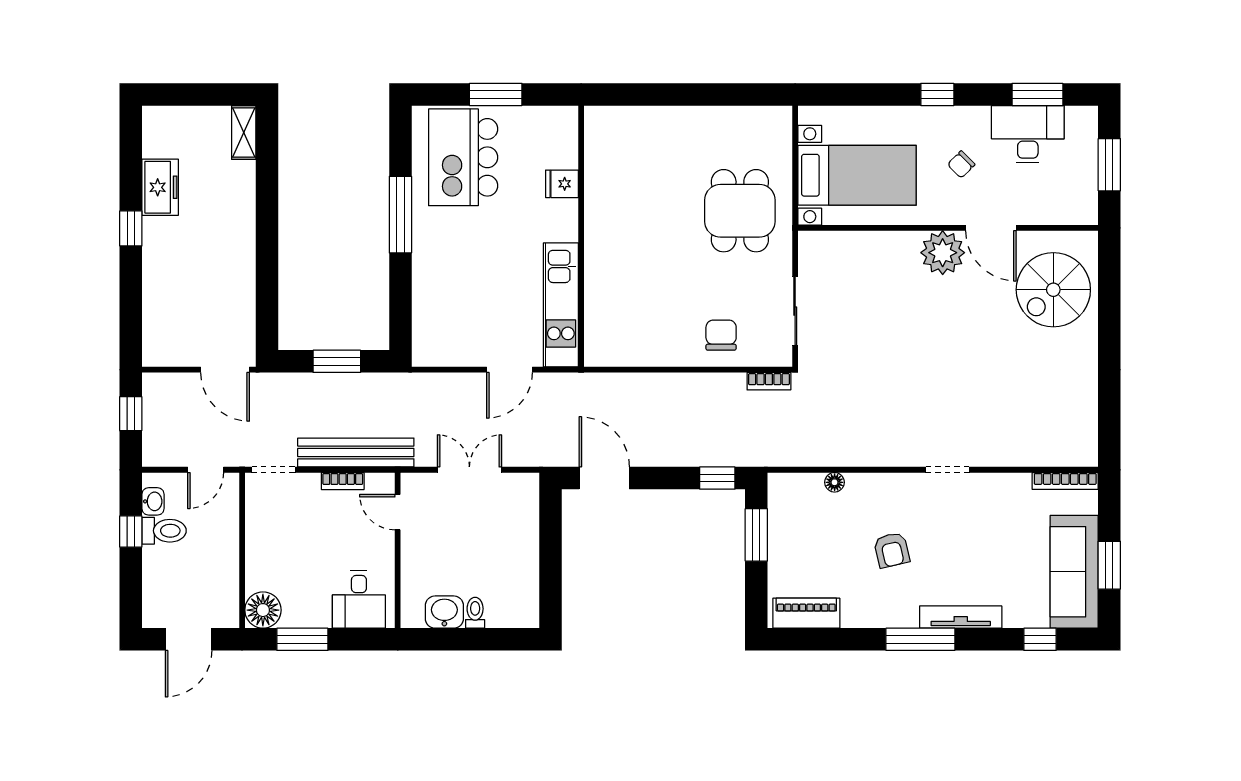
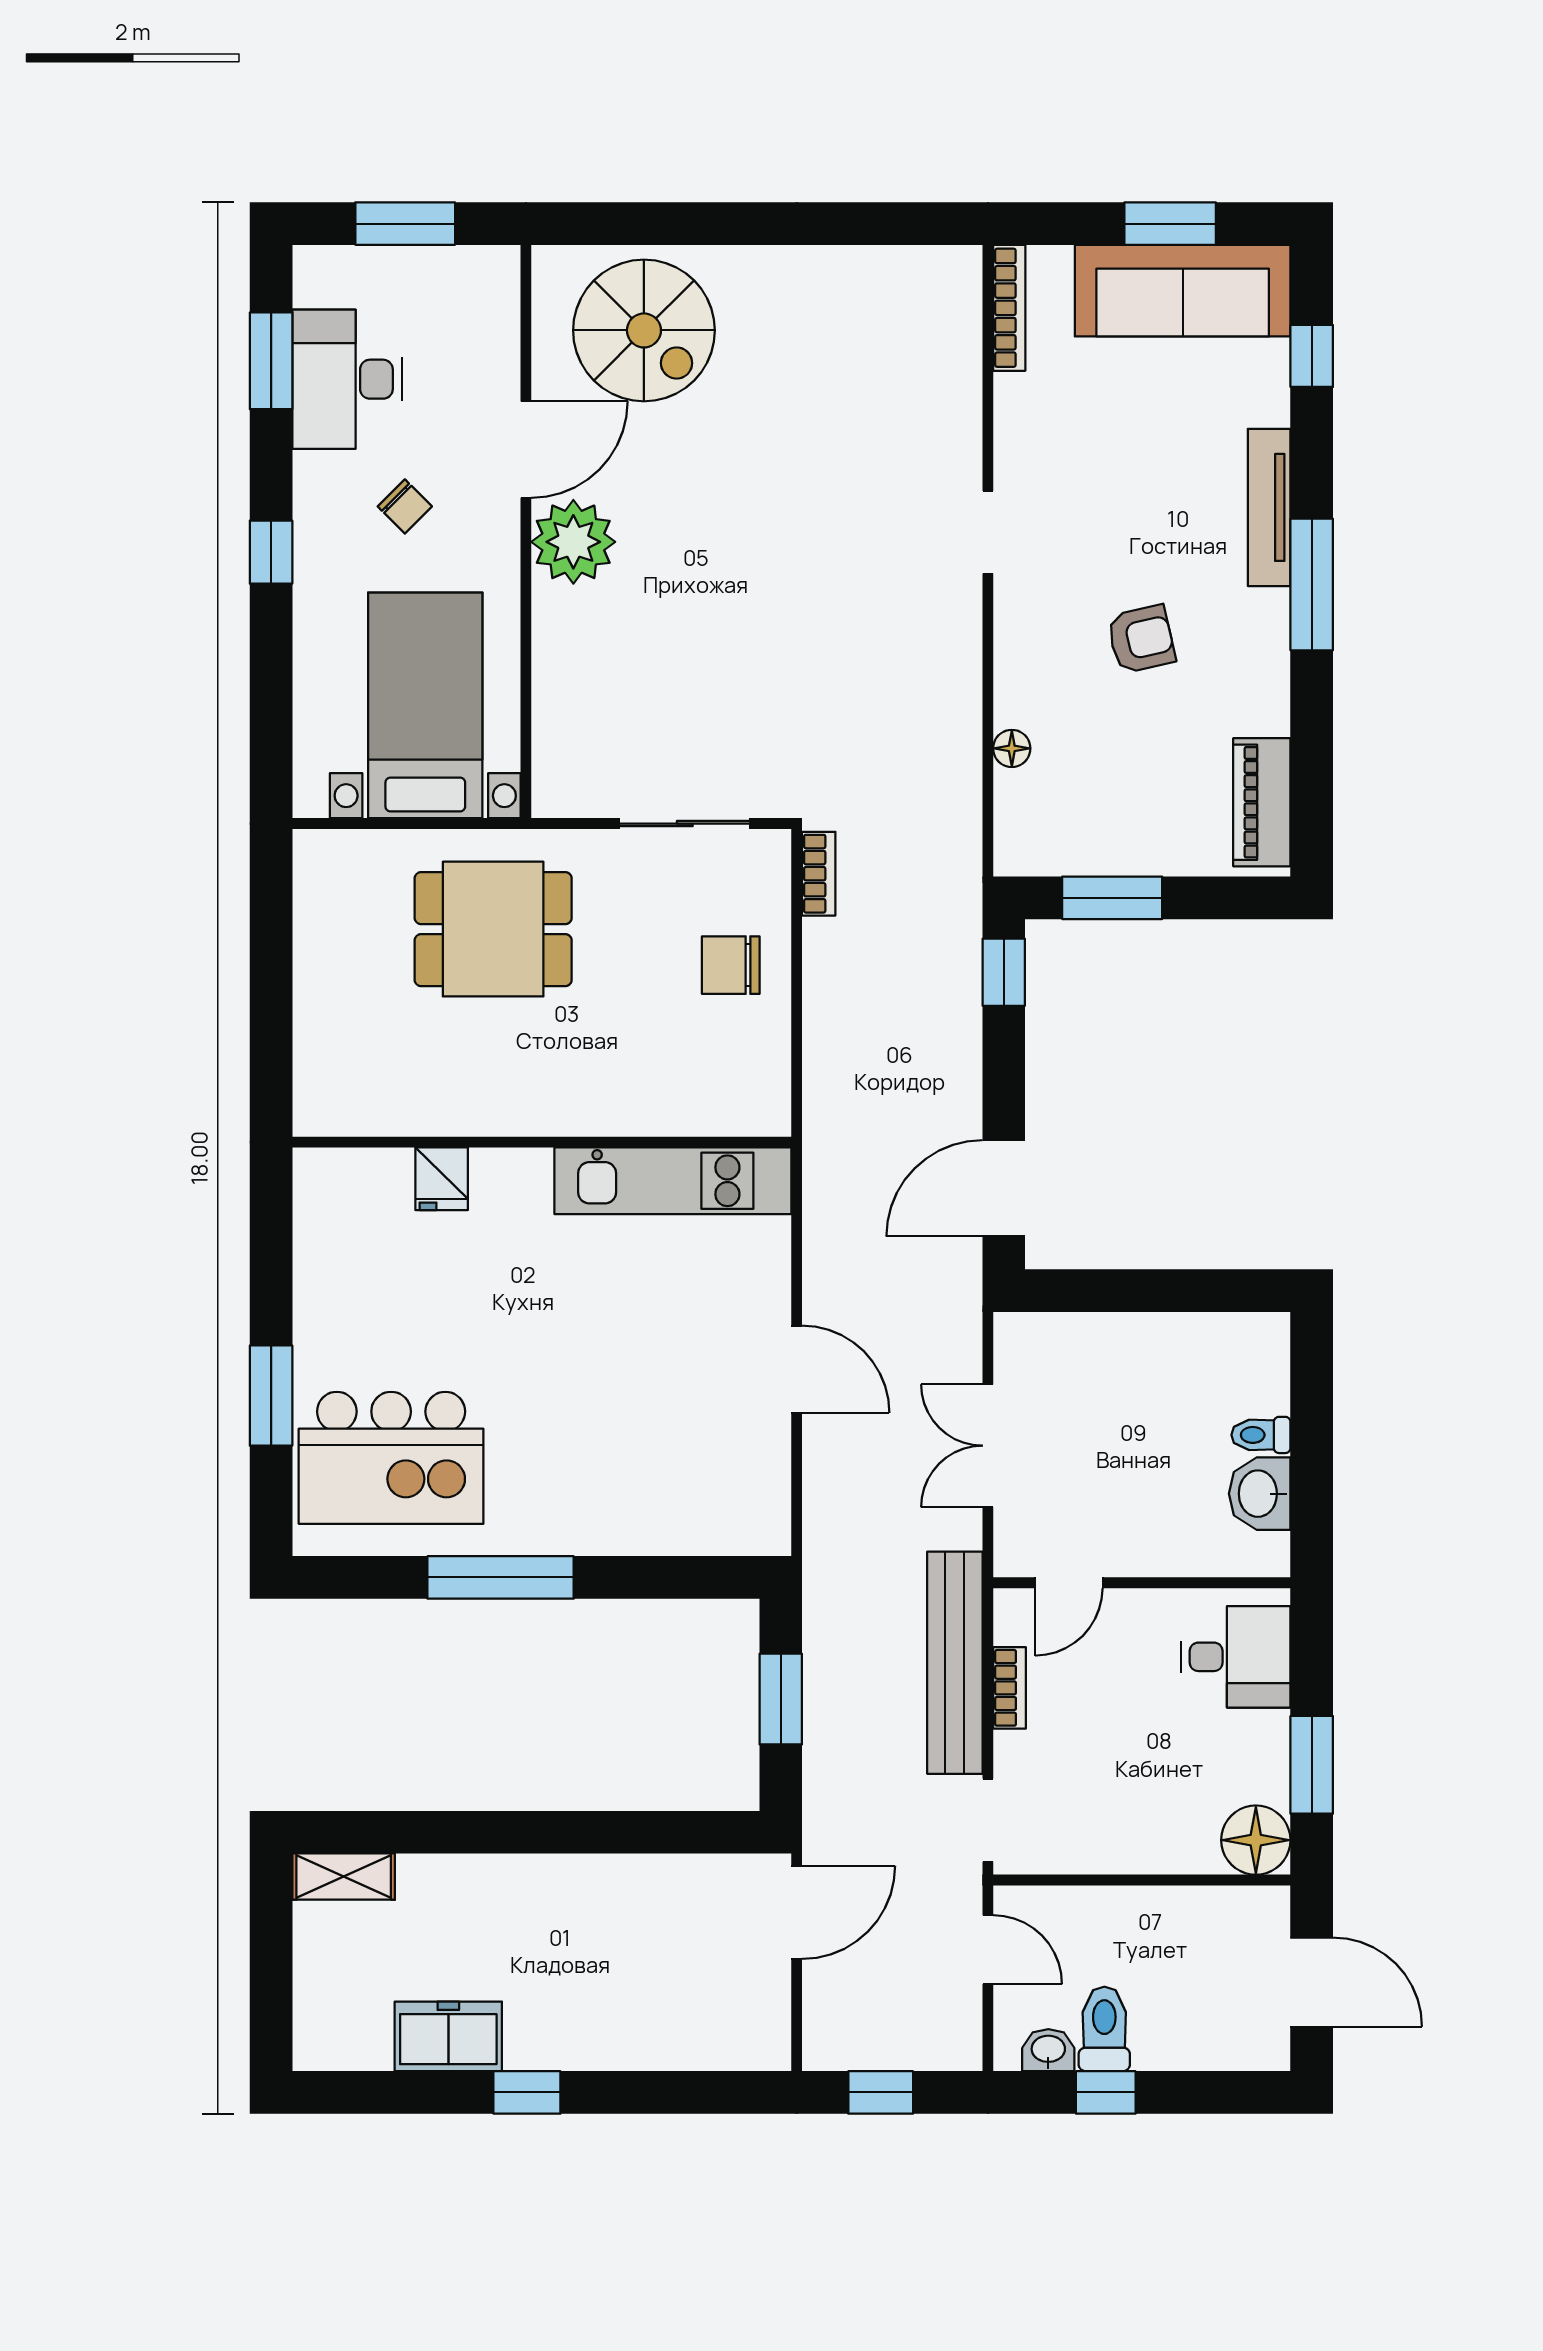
fridge: (562, 184) -> (442, 1179), moved
wall: (581, 236) -> (542, 1142), moved
kitchen unit: (561, 305) -> (673, 1181), moved

